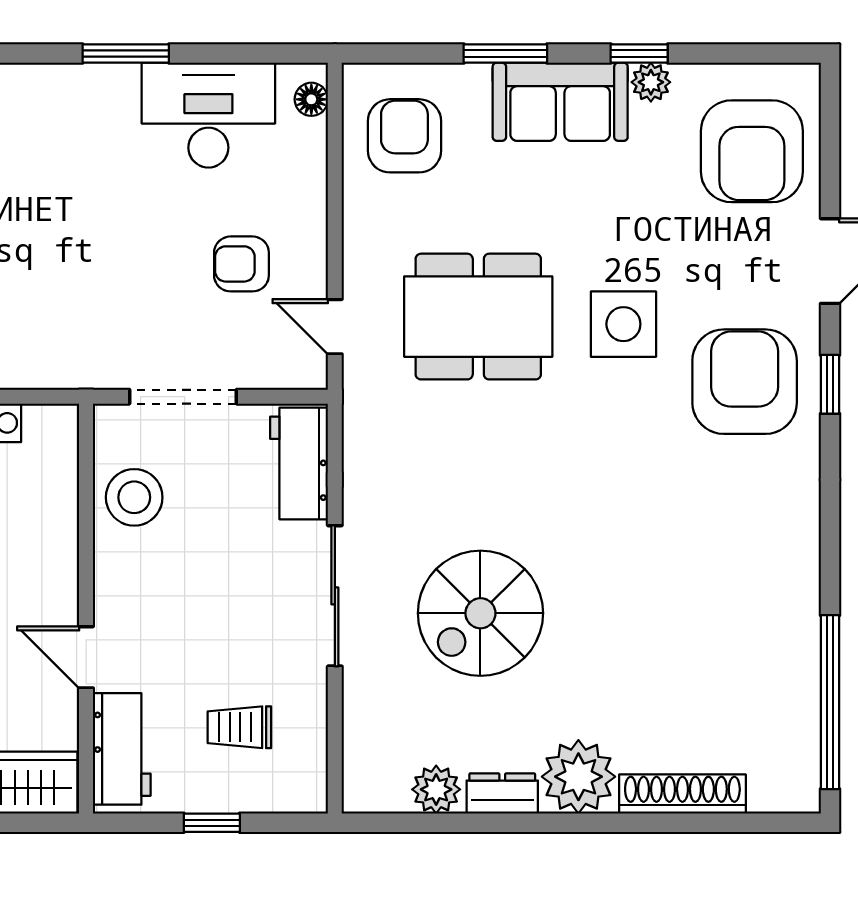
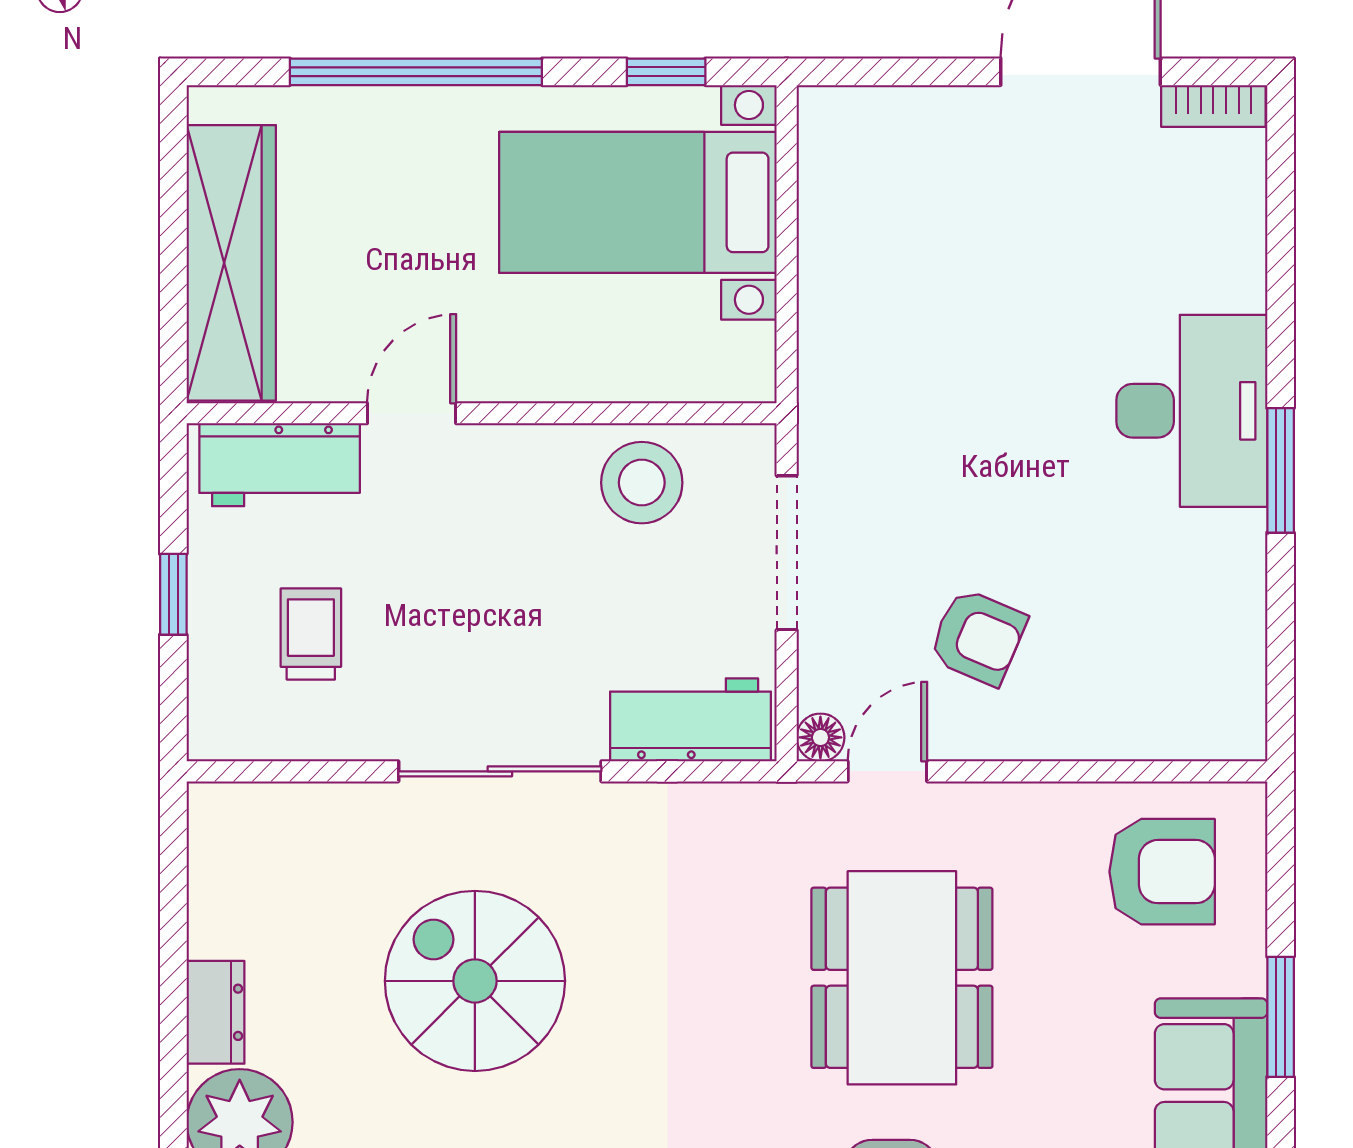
floor lamp: (311, 99) -> (820, 737), moved
desk: (208, 115) -> (1192, 411), moved
armchair: (241, 264) -> (978, 637), turned 113
plant: (436, 789) -> (221, 917), removed

